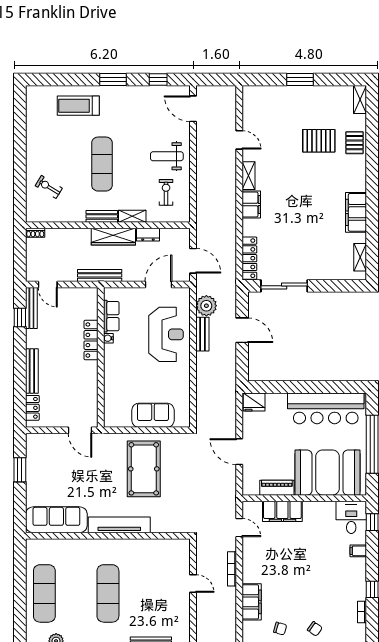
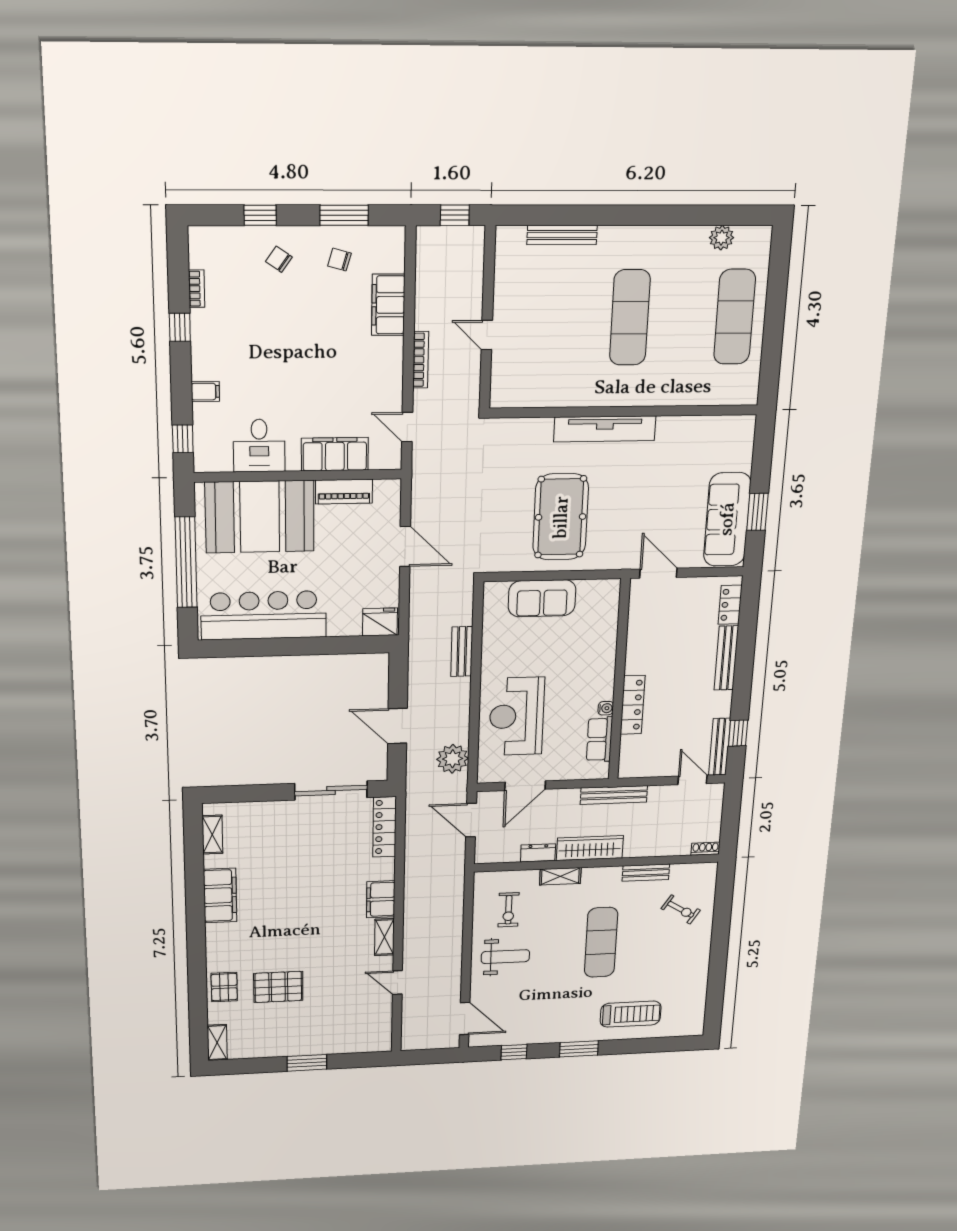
bench: (102, 216) -> (646, 873), moved
bench: (202, 334) -> (462, 652), moved
desk: (351, 517) -> (259, 446), moved
sofa: (56, 520) -> (727, 519), moved, turned 90

